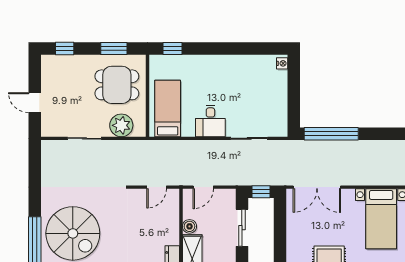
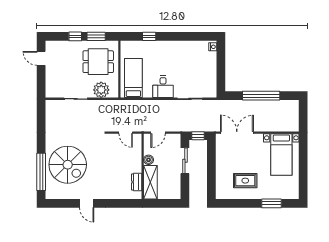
window: (65, 48) -> (75, 36), moved
window: (173, 48) -> (149, 36), moved
door: (35, 103) -> (41, 58), moved
window: (331, 134) -> (261, 96), moved
door: (157, 187) -> (126, 133), hinge flipped
double door: (317, 187) -> (237, 133), swing flipped

